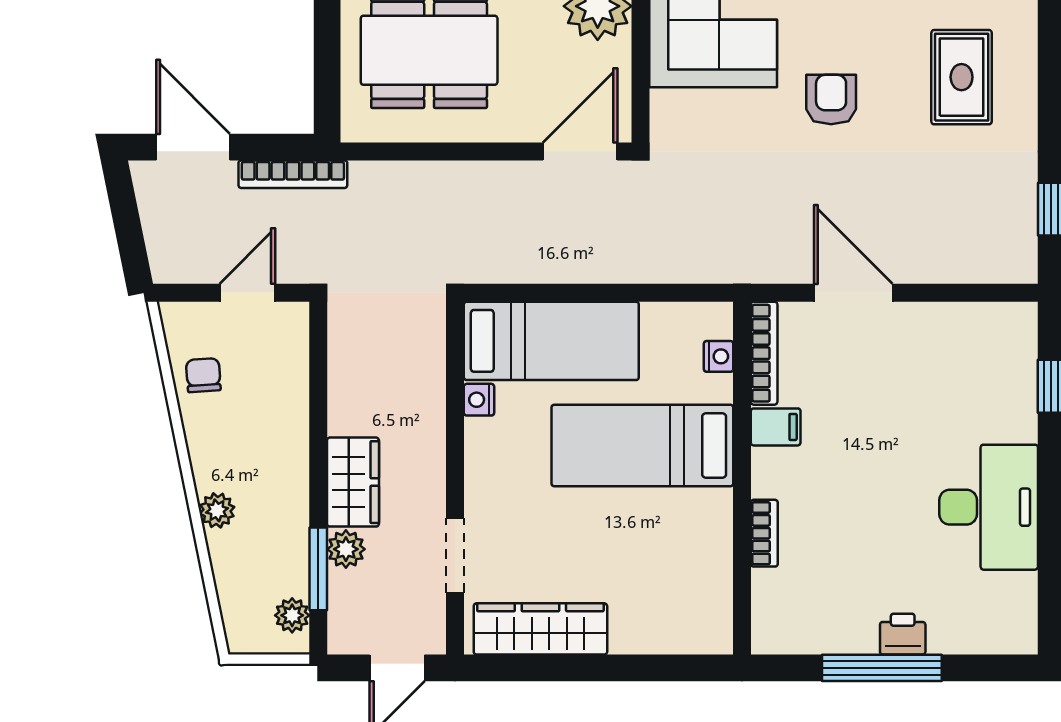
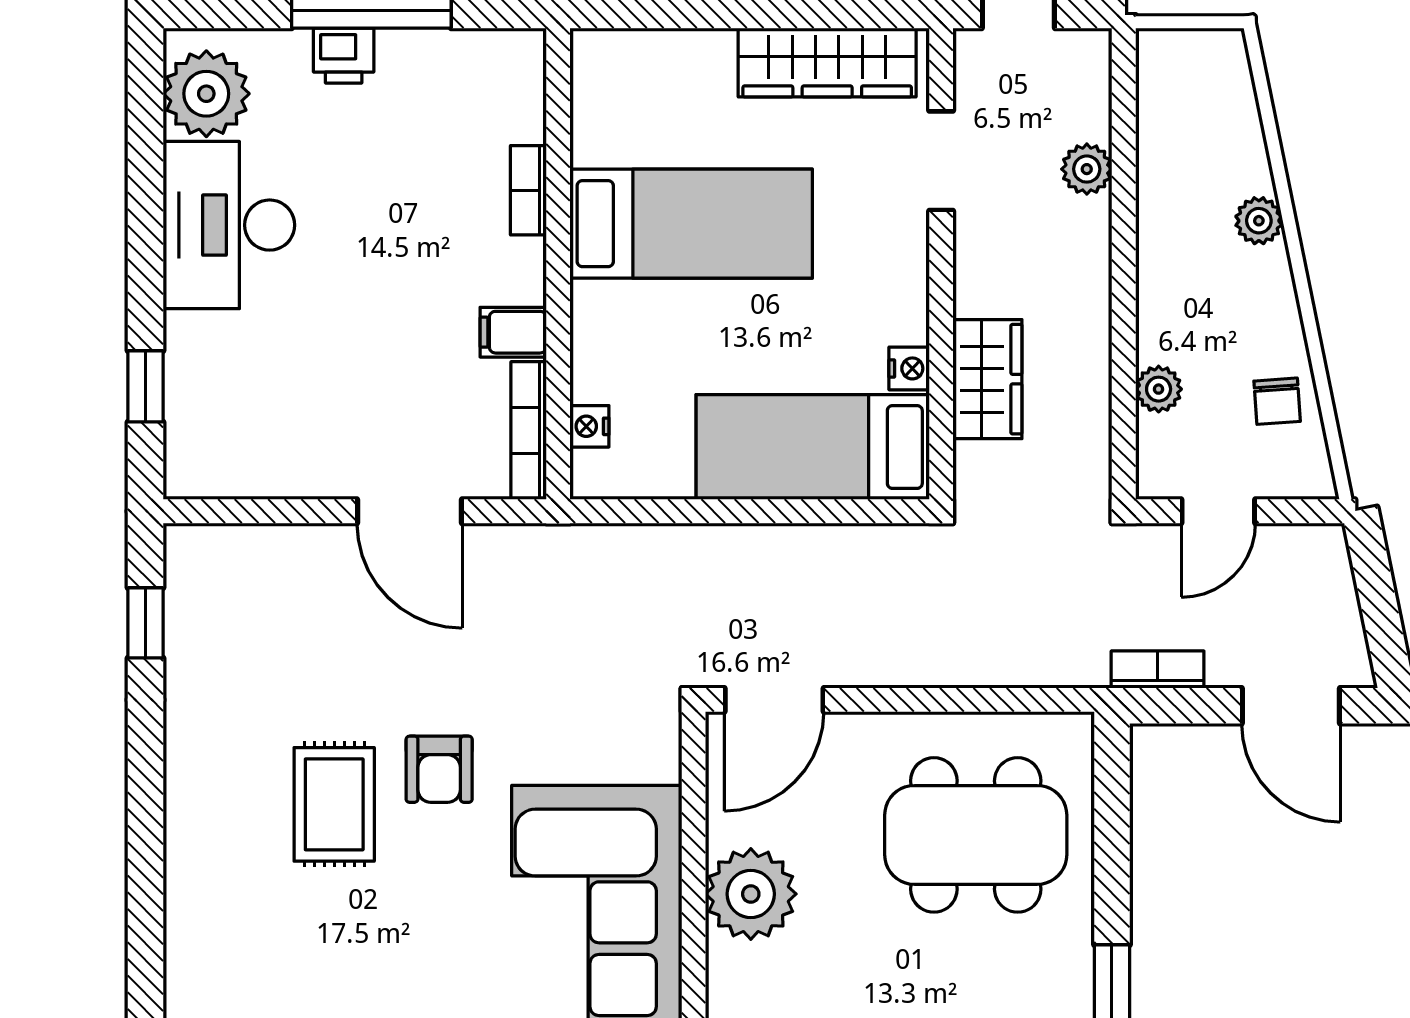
rug: (962, 77) -> (334, 804), moved
bookcase: (293, 174) -> (1158, 670), width x0.64
bed: (642, 445) -> (691, 224), moved
wardrobe: (353, 482) -> (987, 379), moved, turned 180
window: (318, 569) -> (1124, 143), removed
plant: (1006, 606) -> (206, 94), added
plant: (292, 615) -> (1159, 389), moved

